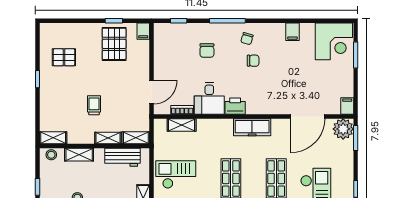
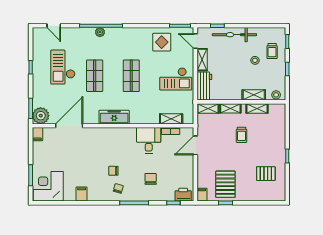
printer: (235, 106) -> (183, 195), moved, turned 180
shelving: (53, 138) -> (257, 109), moved
workbench: (122, 157) -> (204, 86), moved, turned 90

